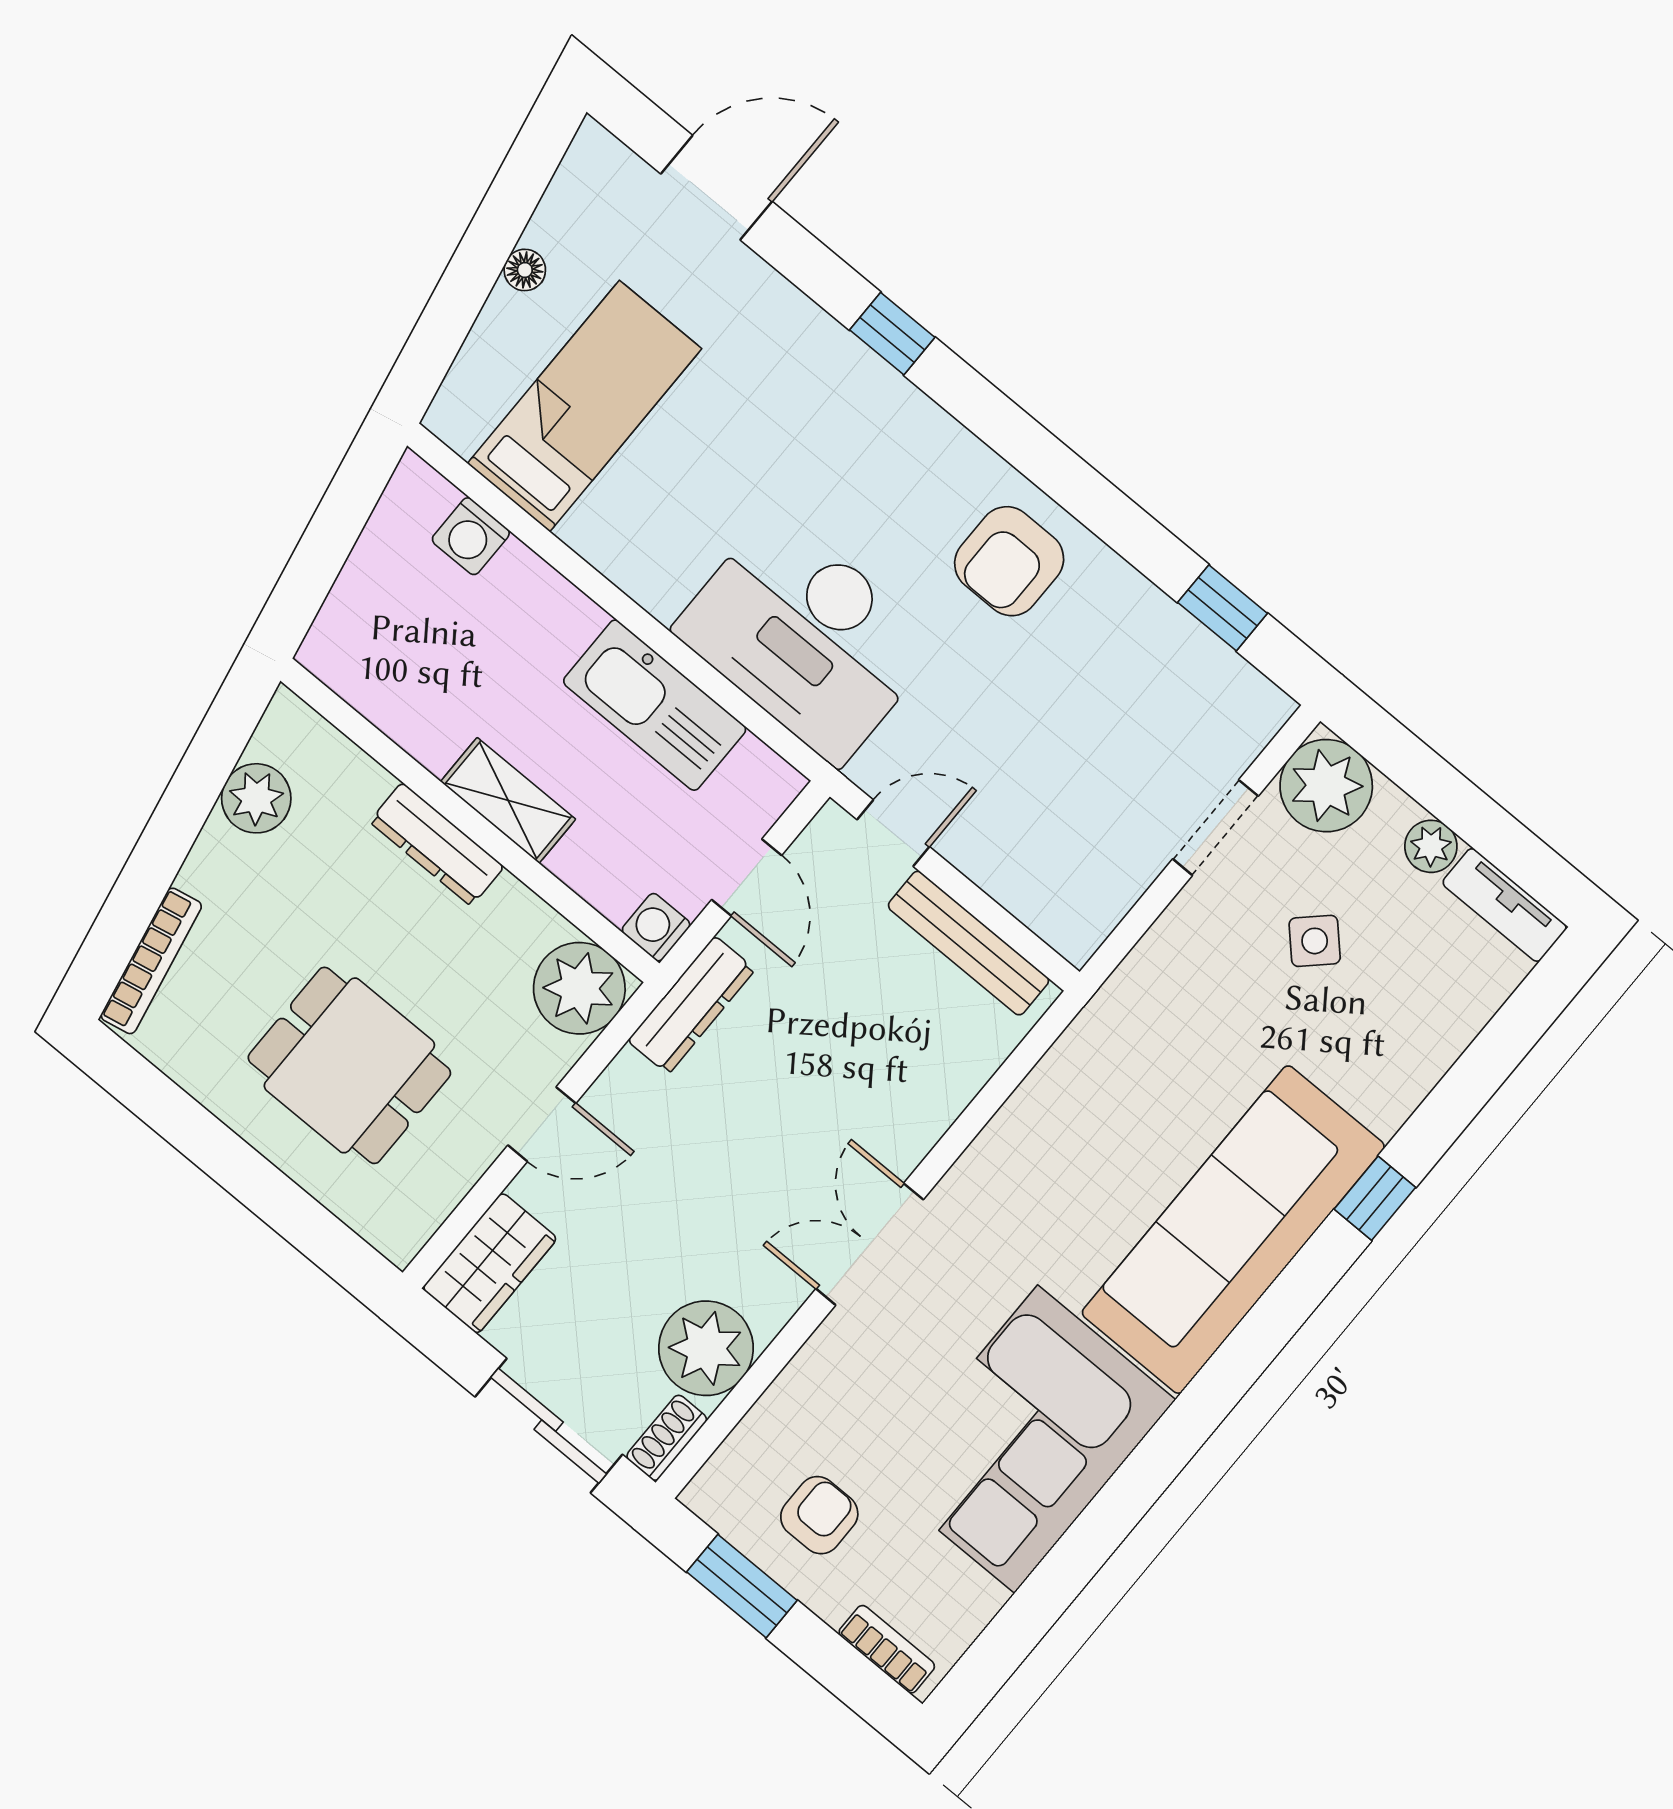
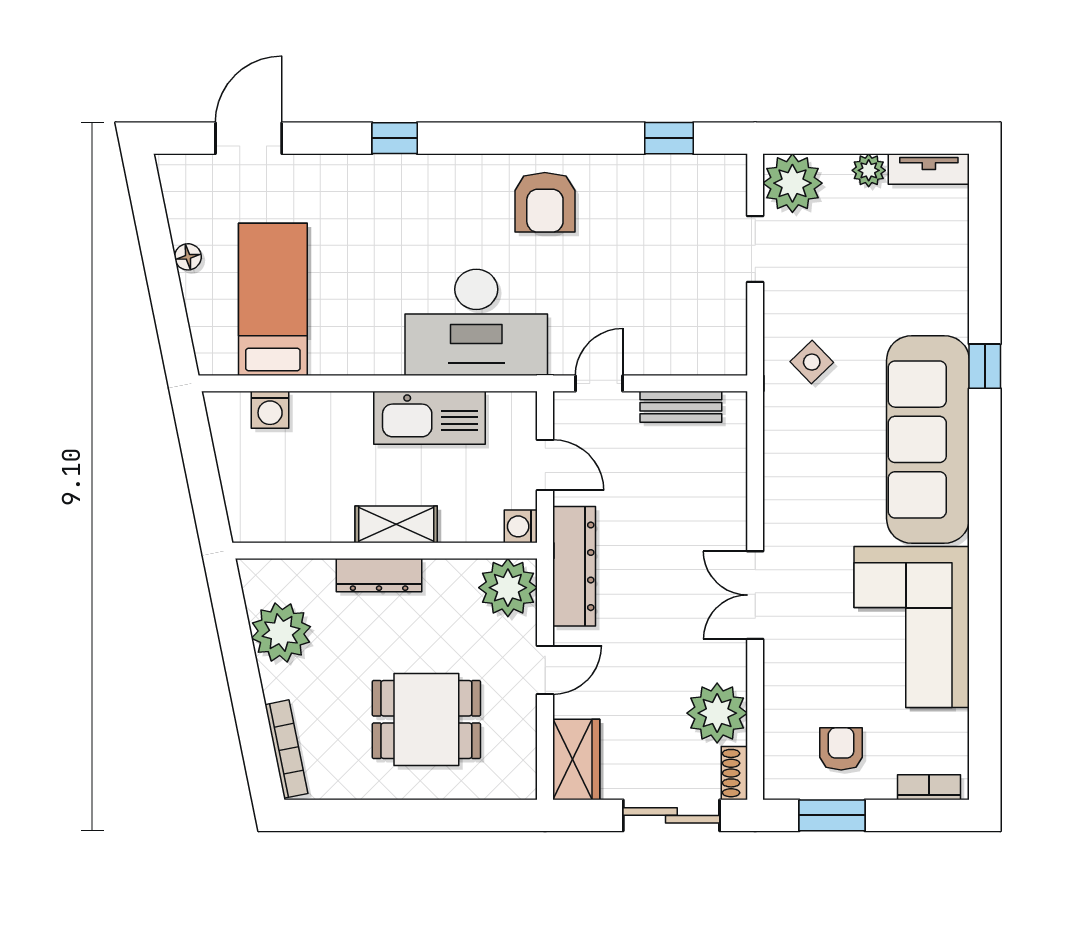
plant: (256, 798) -> (281, 633), width x1.36, depth x1.36
side table: (1315, 941) -> (812, 362), moved
bench: (968, 943) -> (681, 407), width x0.73
dresser: (691, 1005) -> (574, 566), width x1.37, depth x1.24

